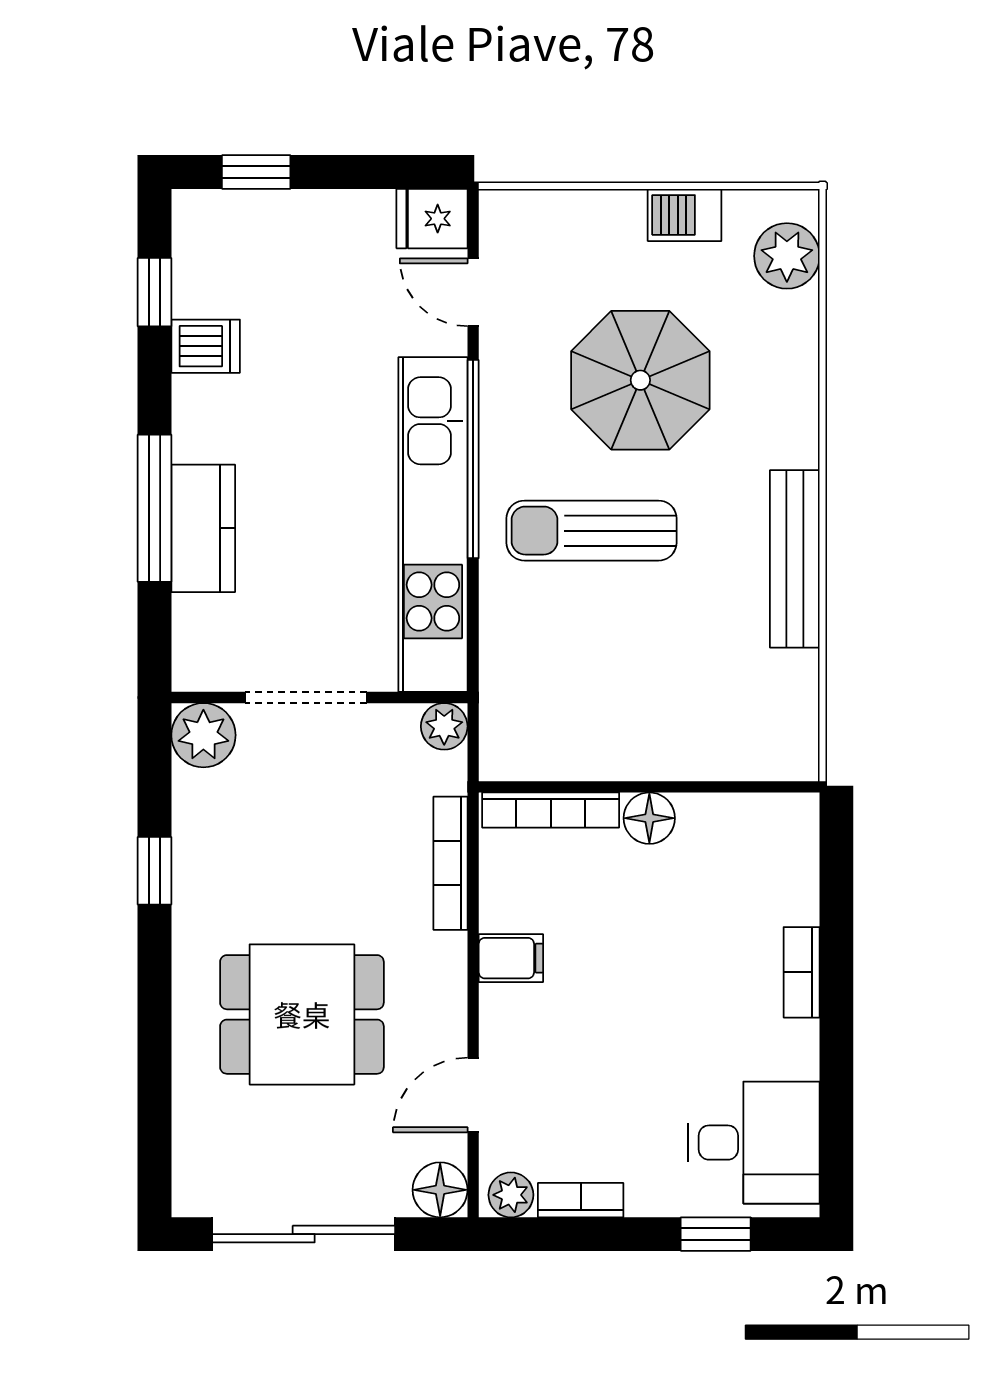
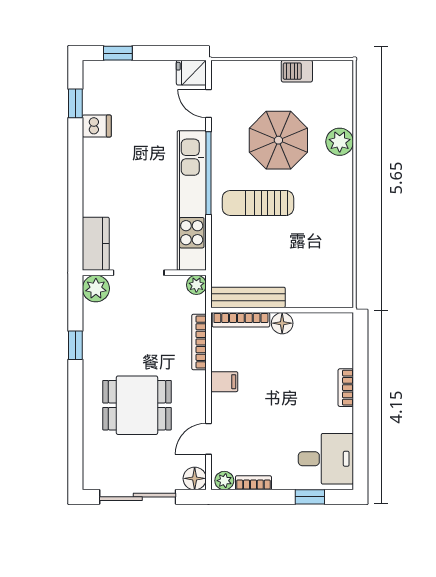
plant: (787, 256) -> (340, 142), moved
window: (155, 508) -> (75, 194), removed
kitchen counter: (203, 528) -> (96, 244), moved
bench: (795, 559) -> (248, 297), moved, turned 90

